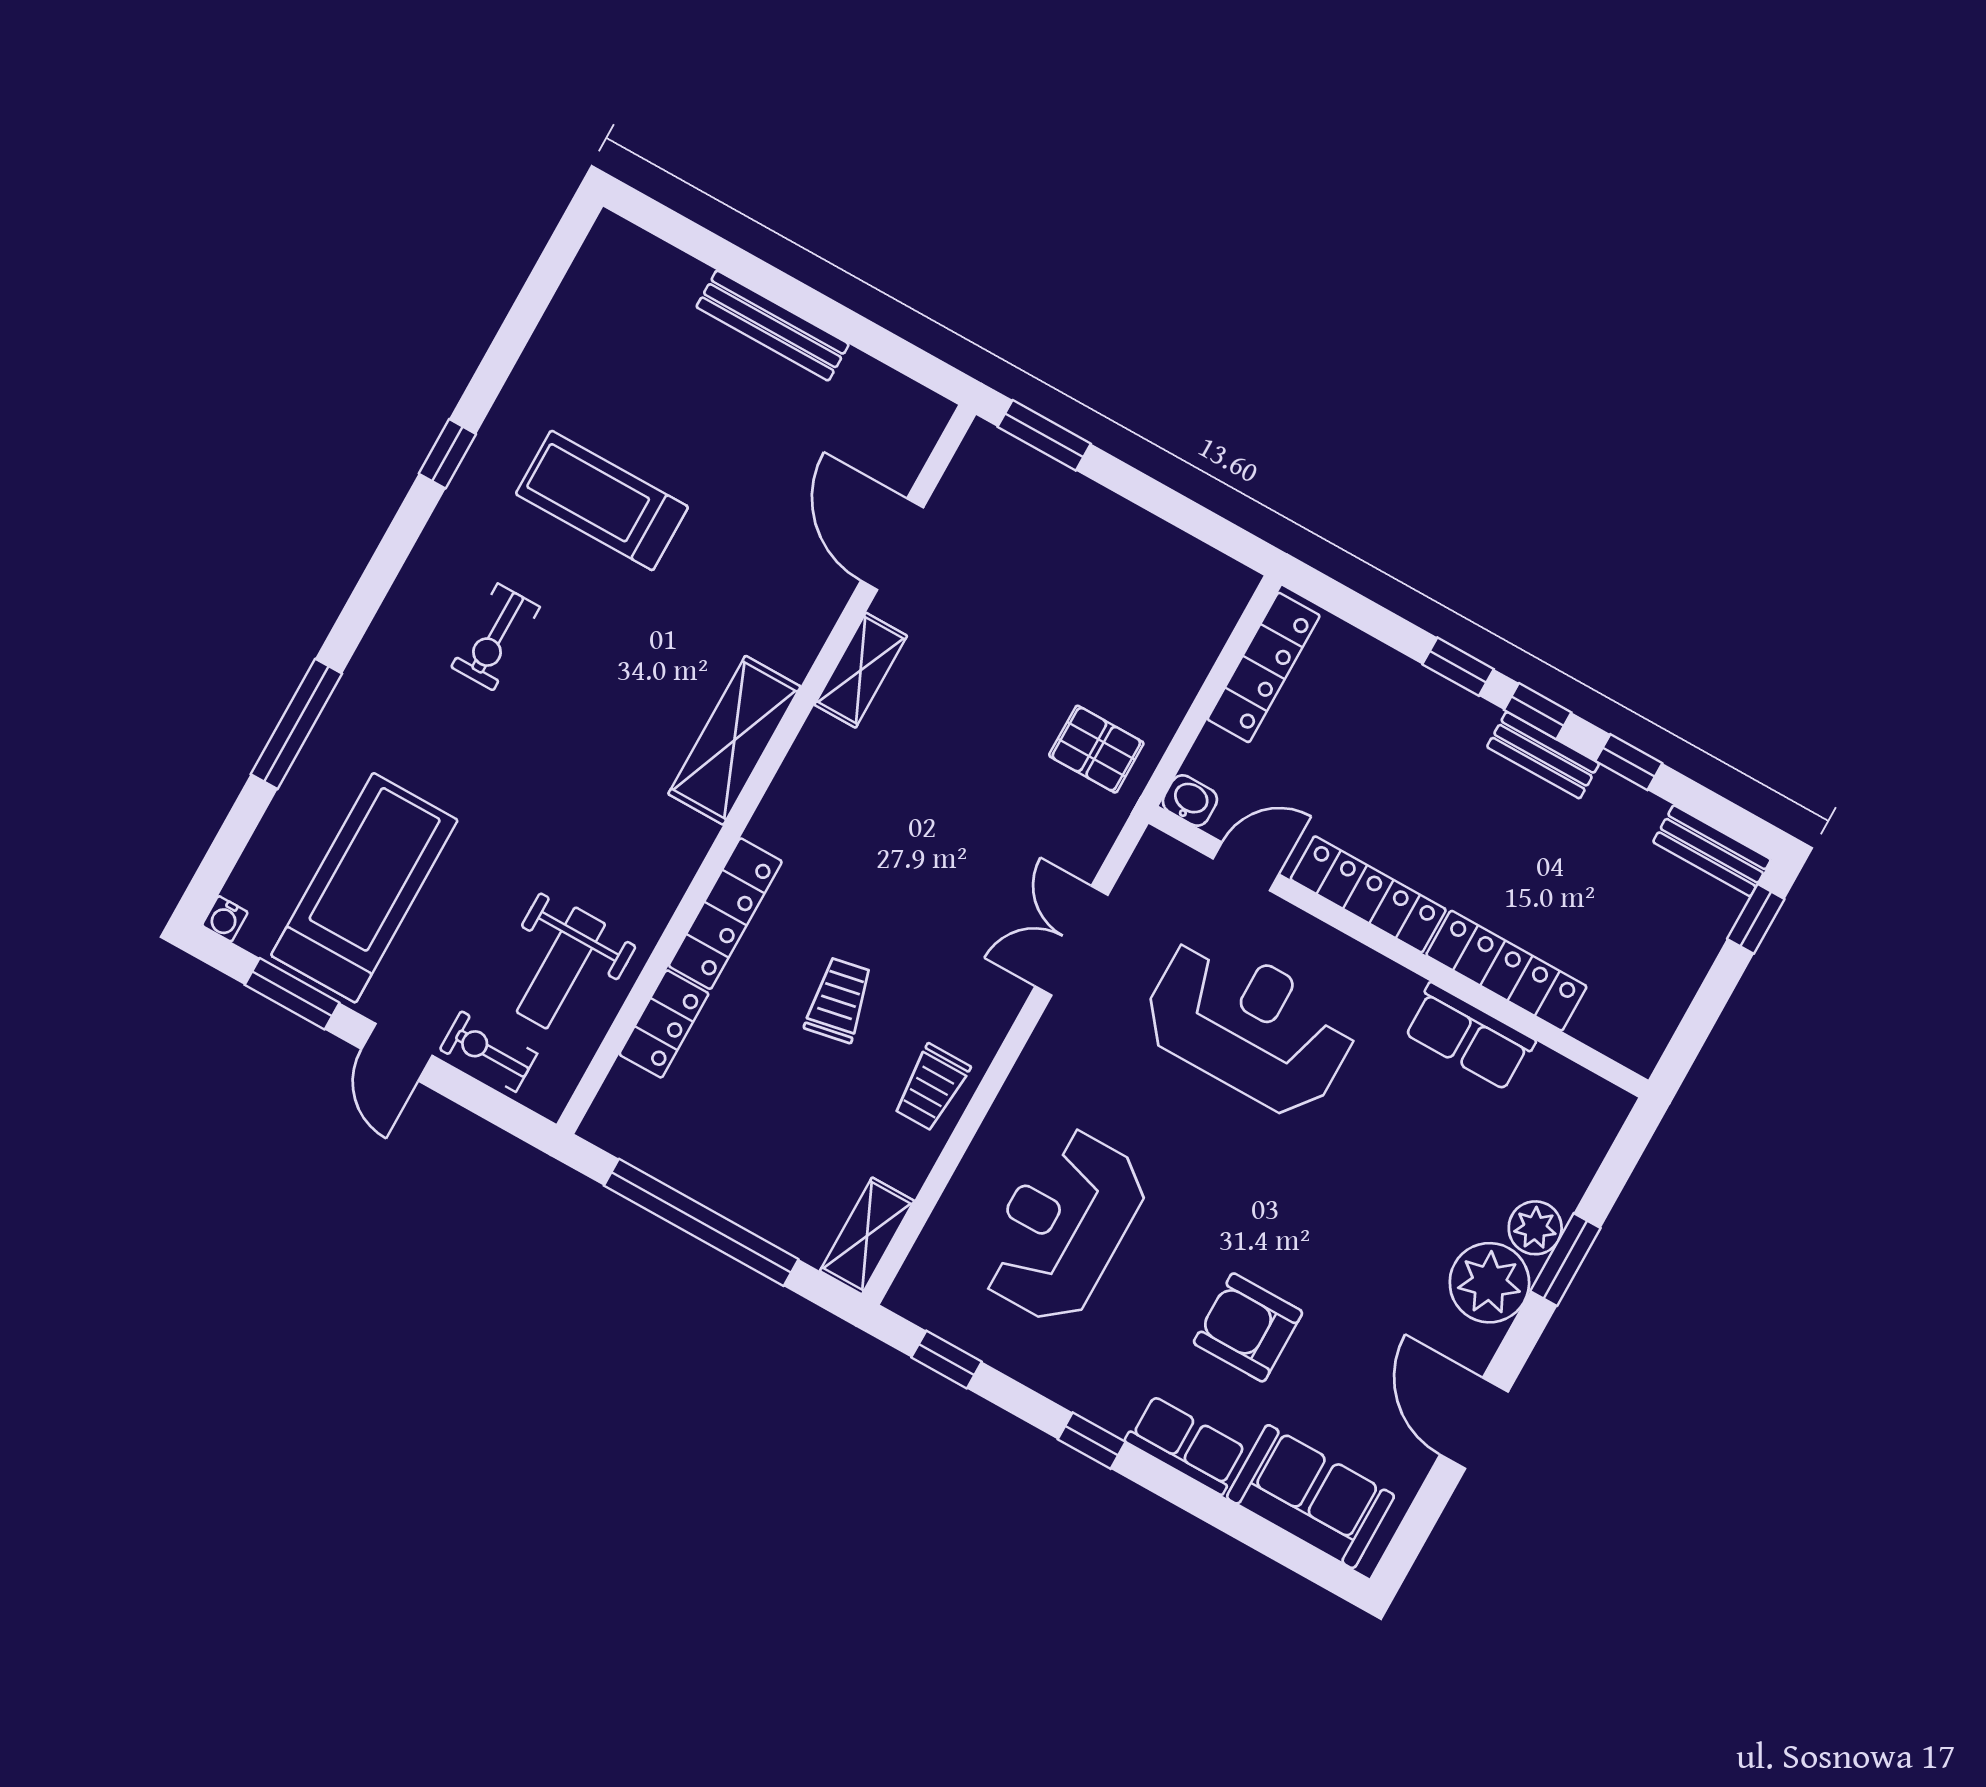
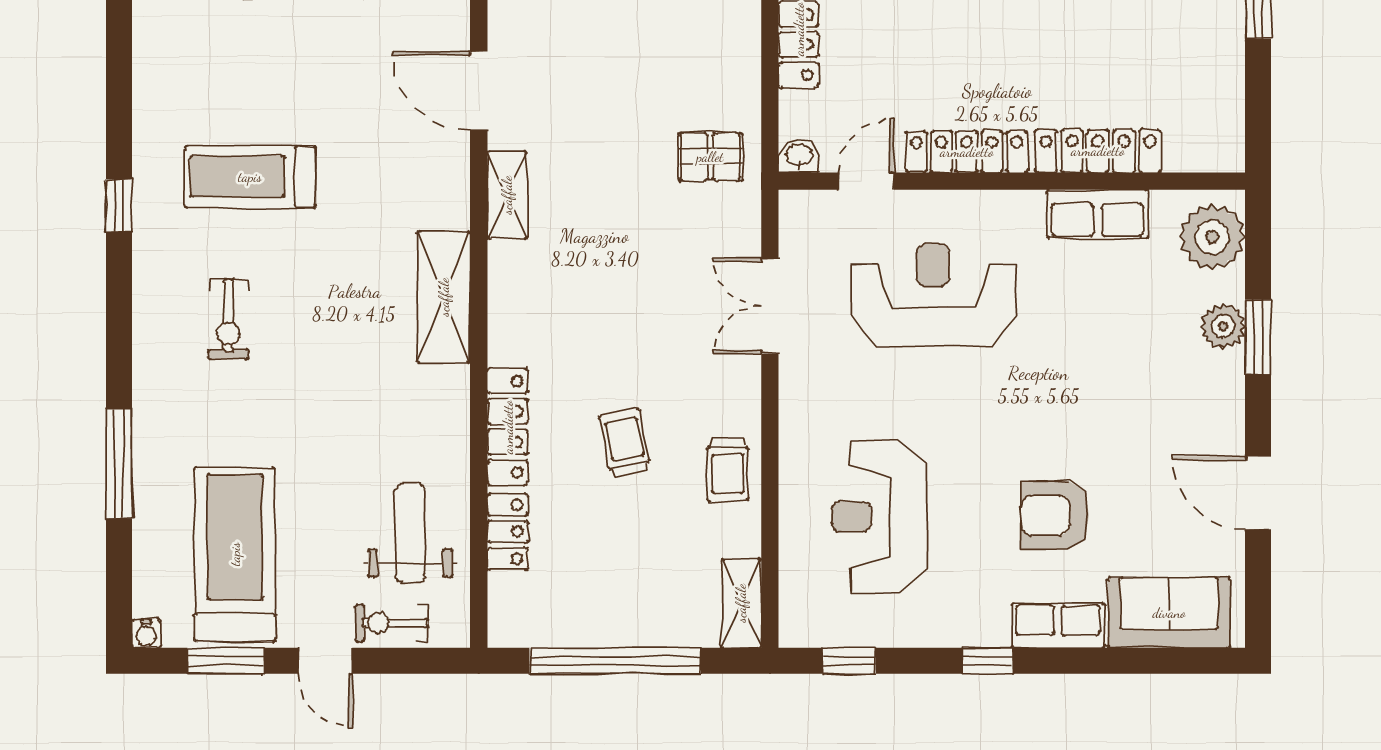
weight bench: (561, 968) -> (410, 533), turned 180
plant: (1489, 1283) -> (1212, 237), moved

